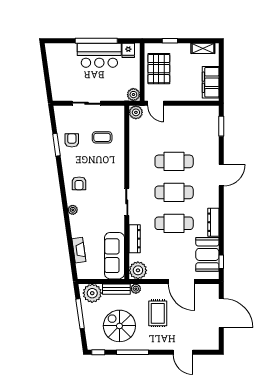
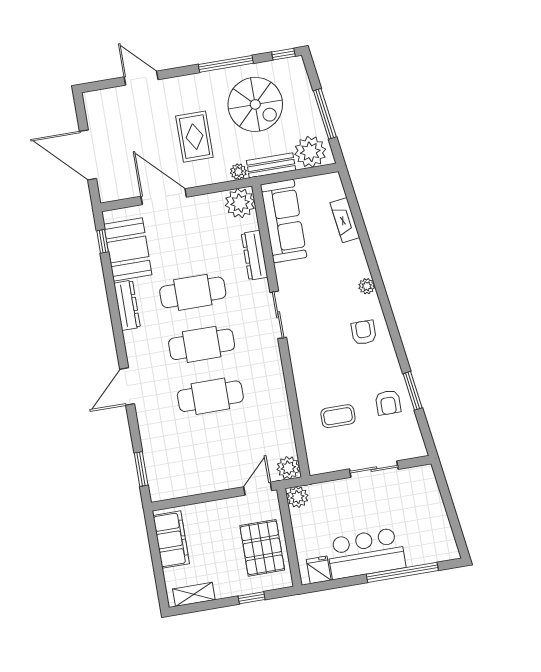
window: (96, 41) -> (402, 572), moved
door: (156, 103) -> (258, 489), hinge flipped

